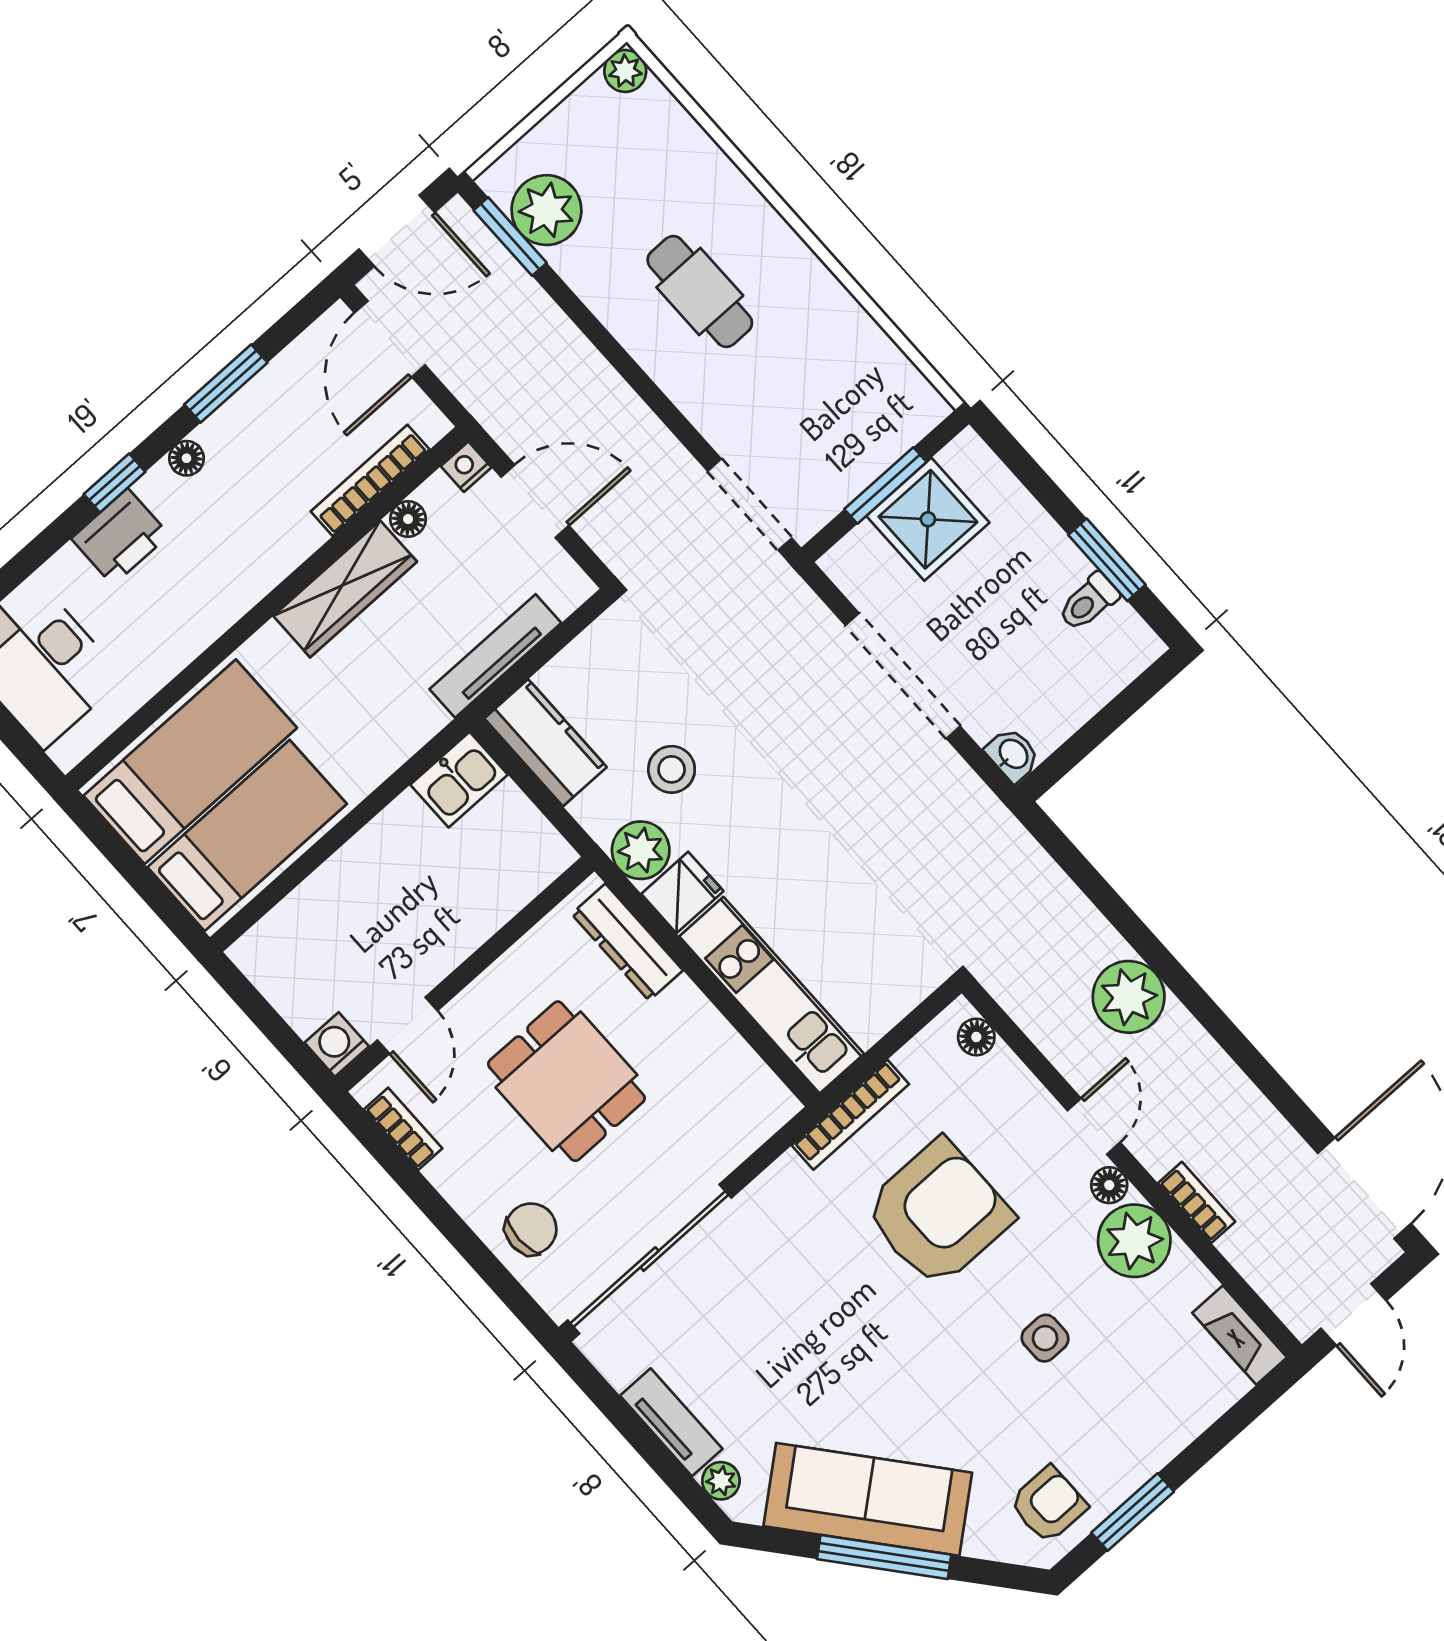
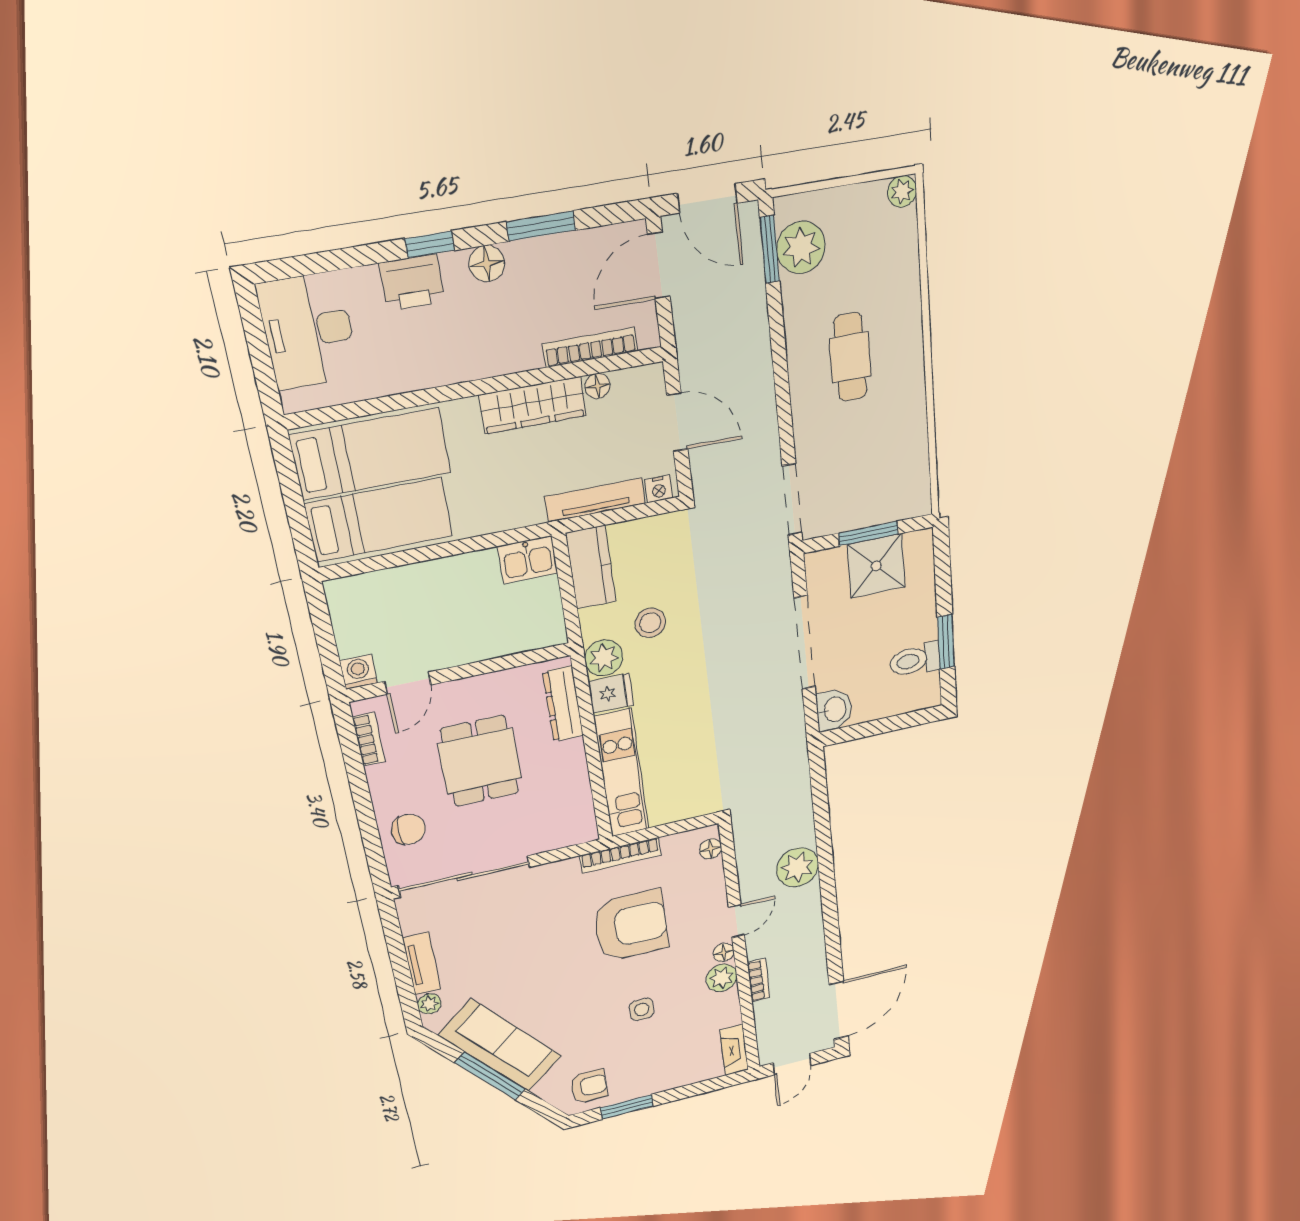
floor lamp: (187, 458) -> (487, 264), width x1.37, depth x1.37
nightstand: (466, 467) -> (659, 489), moved, turned 180
toilet: (1088, 602) -> (915, 660), width x1.37, depth x1.39
washbasin: (1013, 755) -> (834, 710), width x1.38, depth x1.45
plant: (1134, 1241) -> (722, 978), width x0.73, depth x0.73

